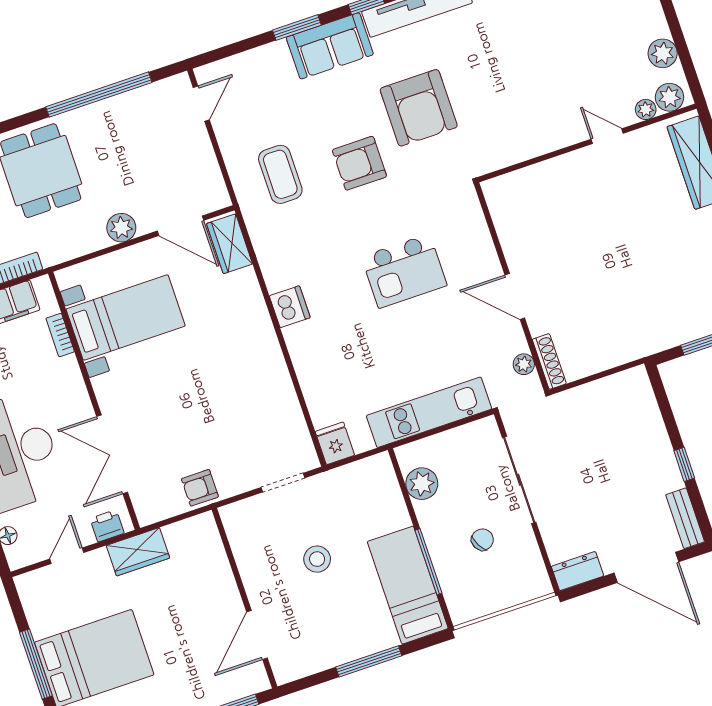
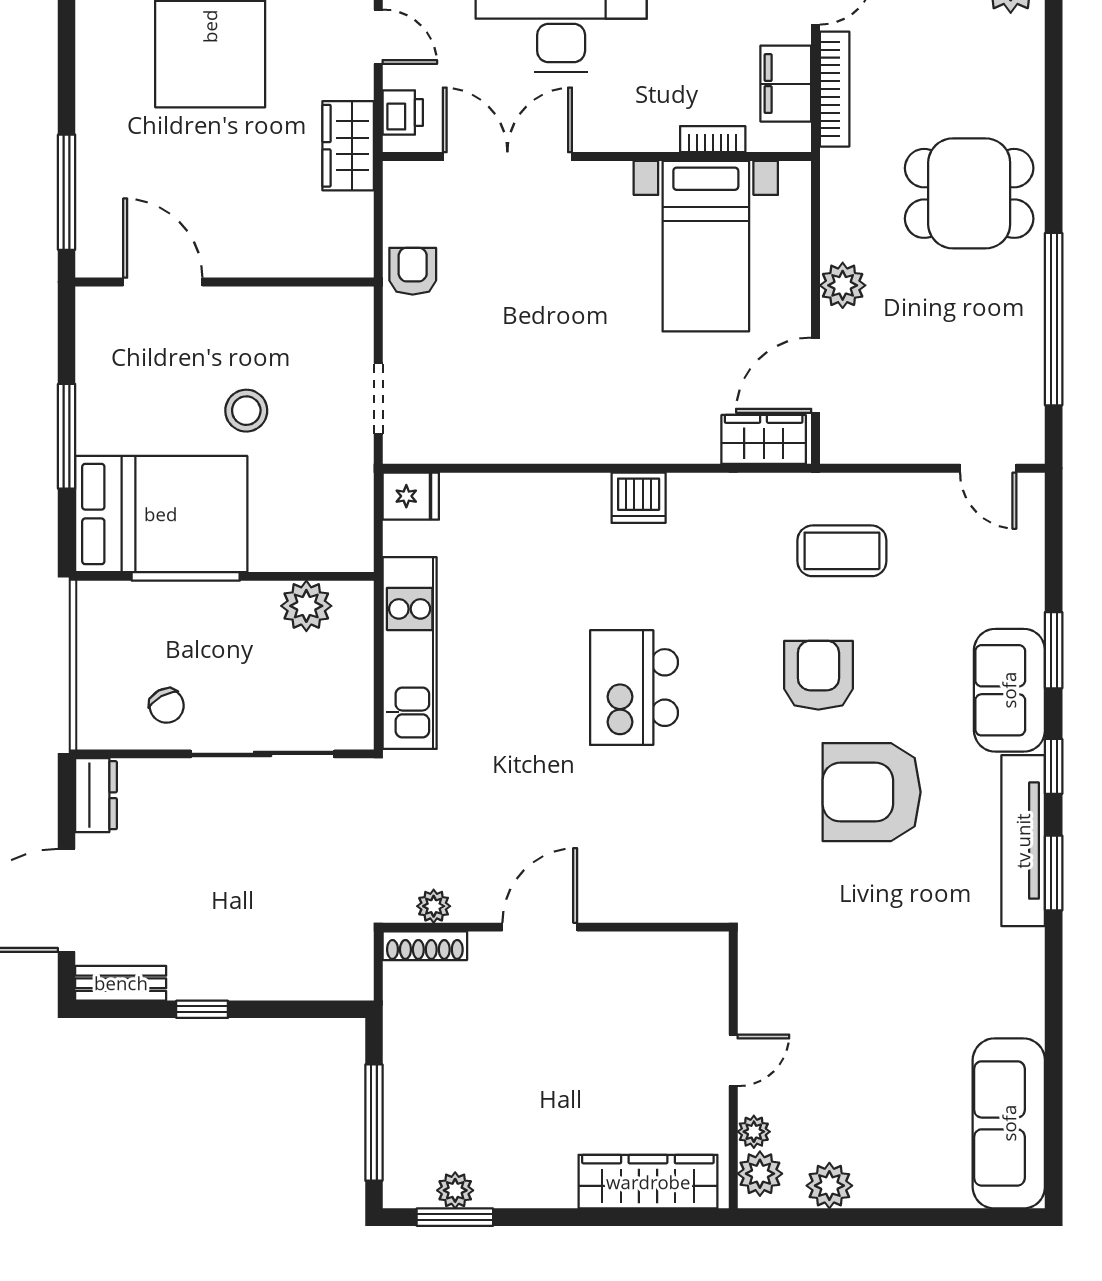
wall: (512, 287) -> (556, 927), moved
door: (515, 296) -> (540, 927), moved
shoe rack: (549, 361) -> (425, 946), moved
plant: (524, 364) -> (434, 906), moved
chair: (482, 540) -> (167, 706), moved
bed: (408, 585) -> (161, 514), width x1.50

